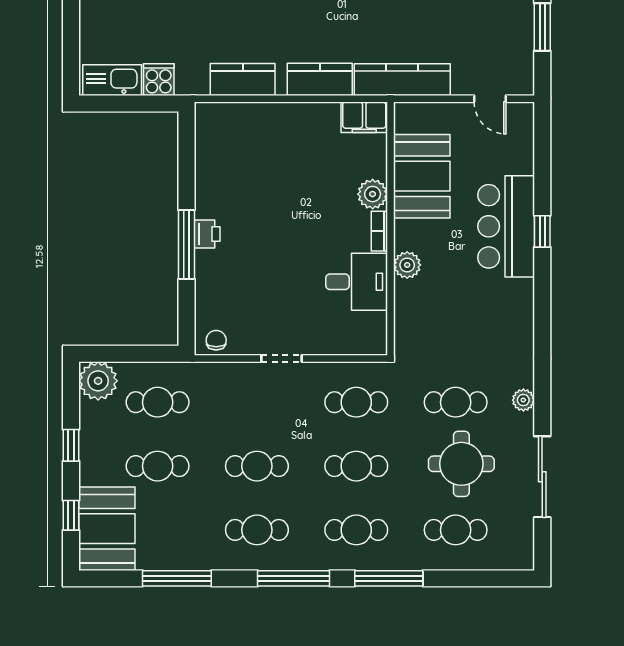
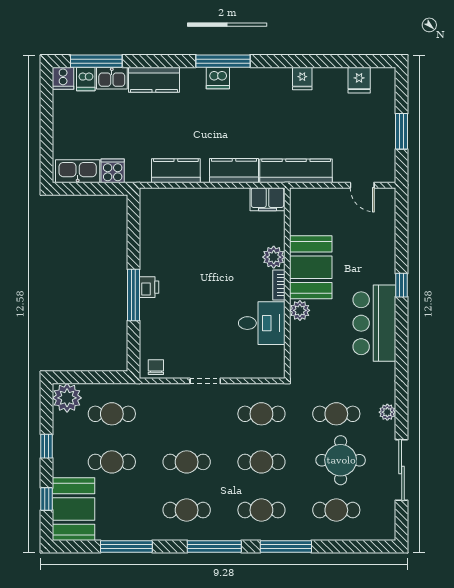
booth: (422, 176) -> (311, 267), moved
bar counter: (506, 226) -> (374, 323), moved

